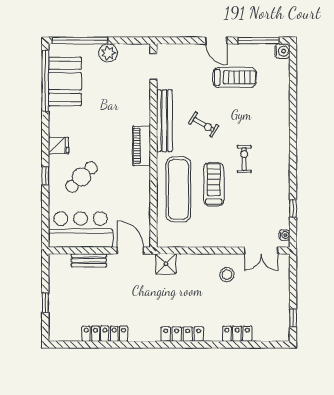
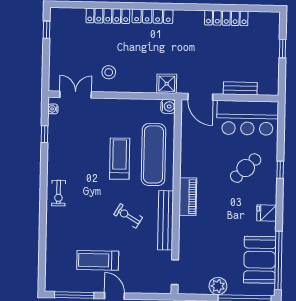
water cooler: (282, 51) -> (168, 106), moved, turned 180
fridge: (59, 145) -> (267, 213), moved
exercise bike: (244, 159) -> (59, 193), moved
treadmill: (214, 184) -> (120, 159), turned 180
locker: (237, 334) -> (108, 16), width x1.53

